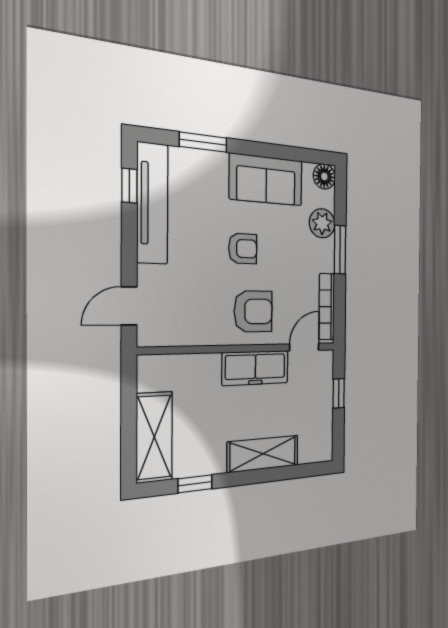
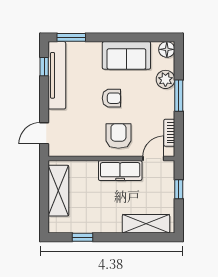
window: (203, 142) -> (71, 37), moved
bookcase: (327, 307) -> (169, 133), width x0.64
armchair: (253, 311) -> (118, 136), turned -90
shelving: (154, 437) -> (58, 191), moved
shelving: (263, 454) -> (146, 224), moved

